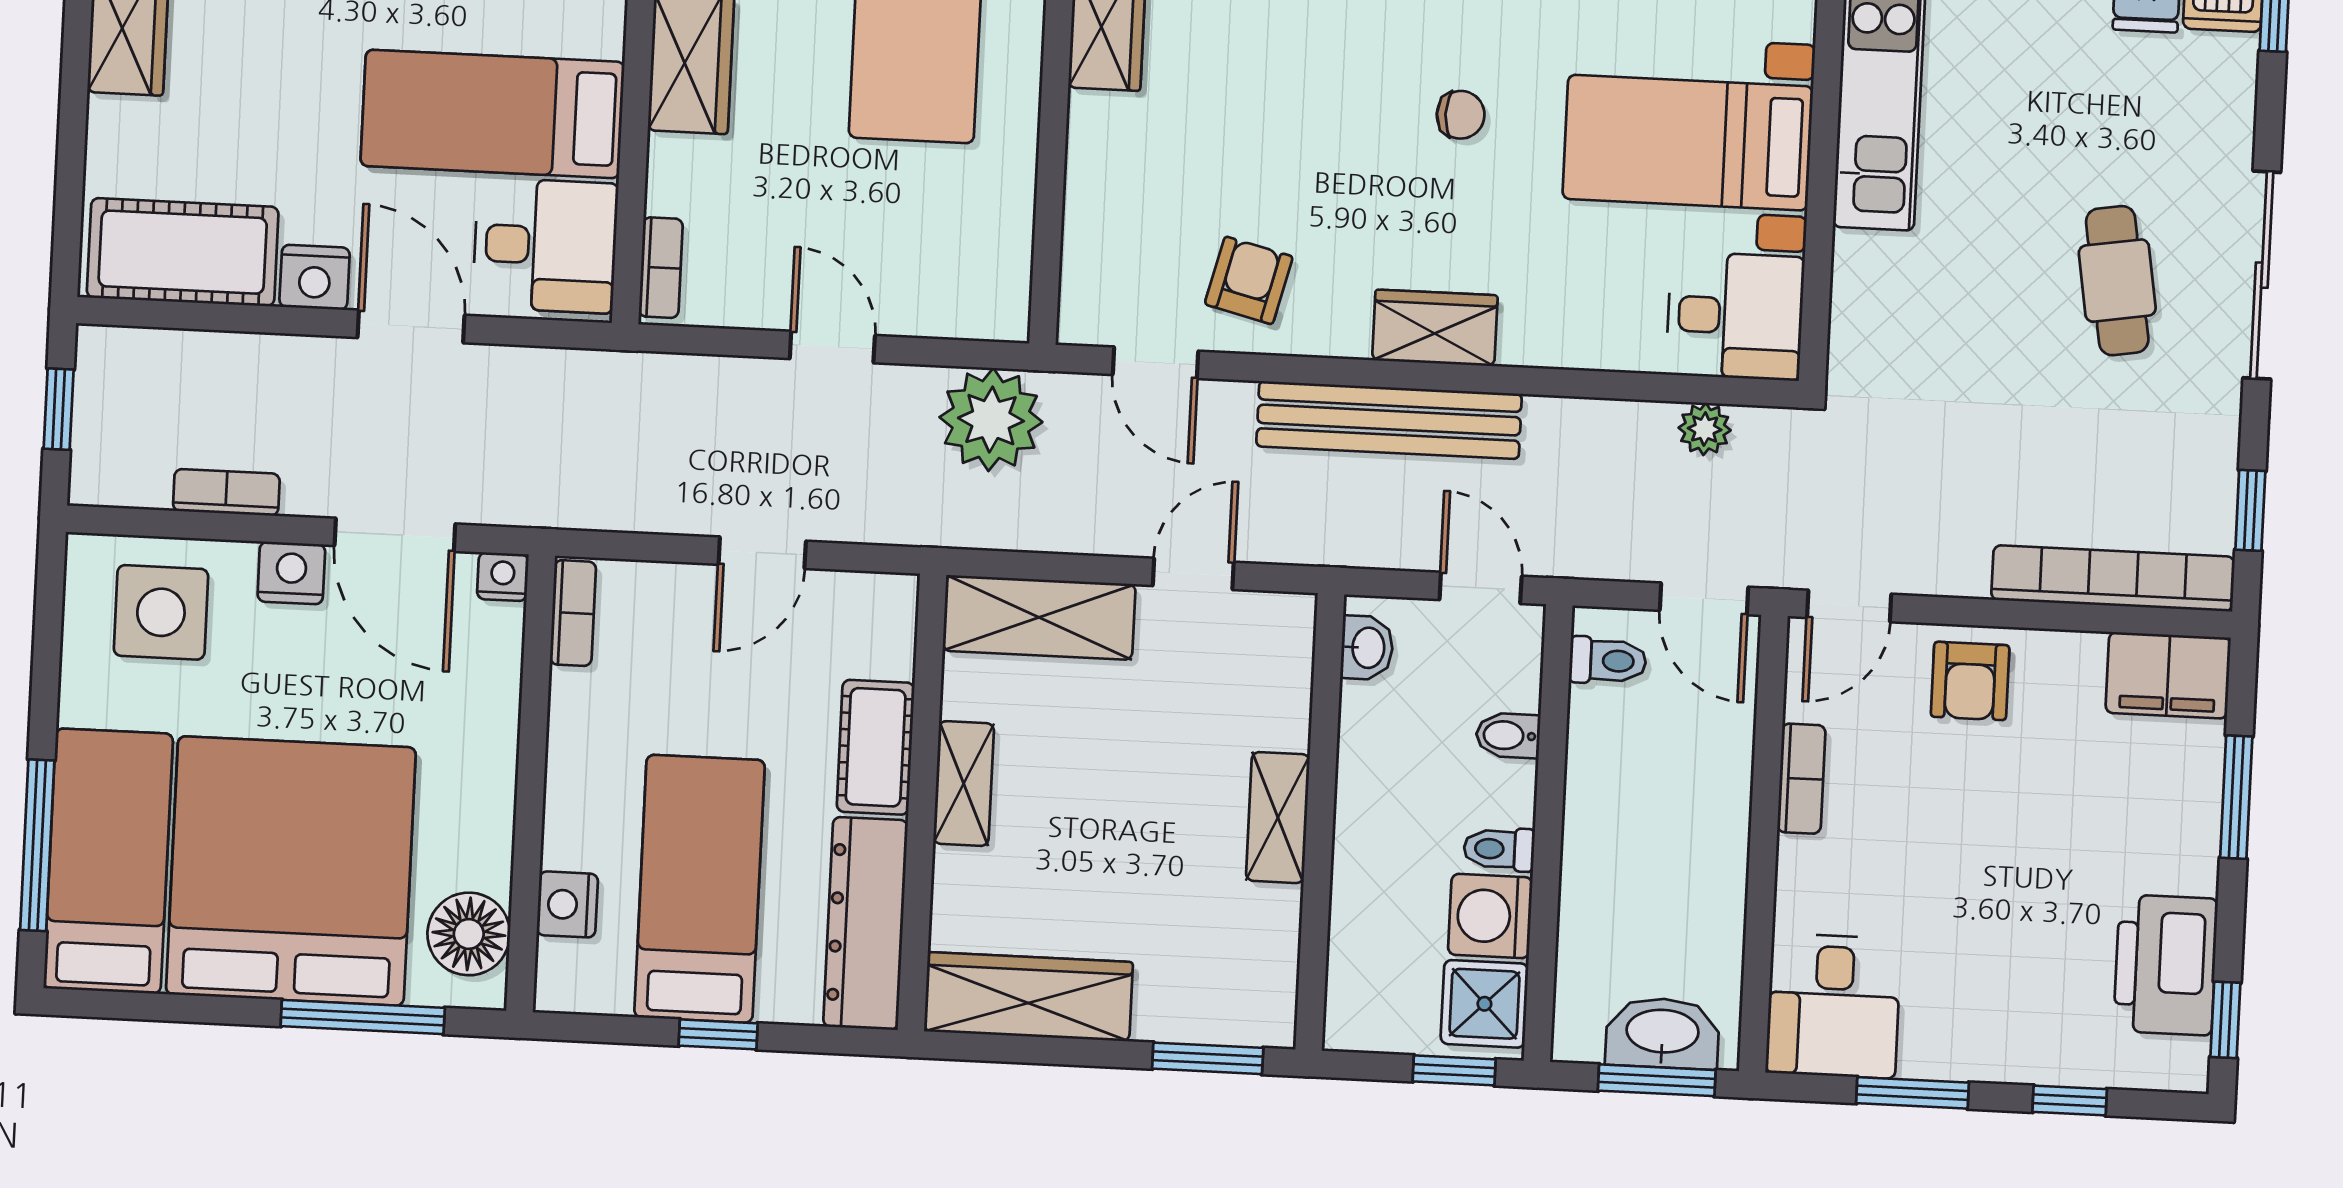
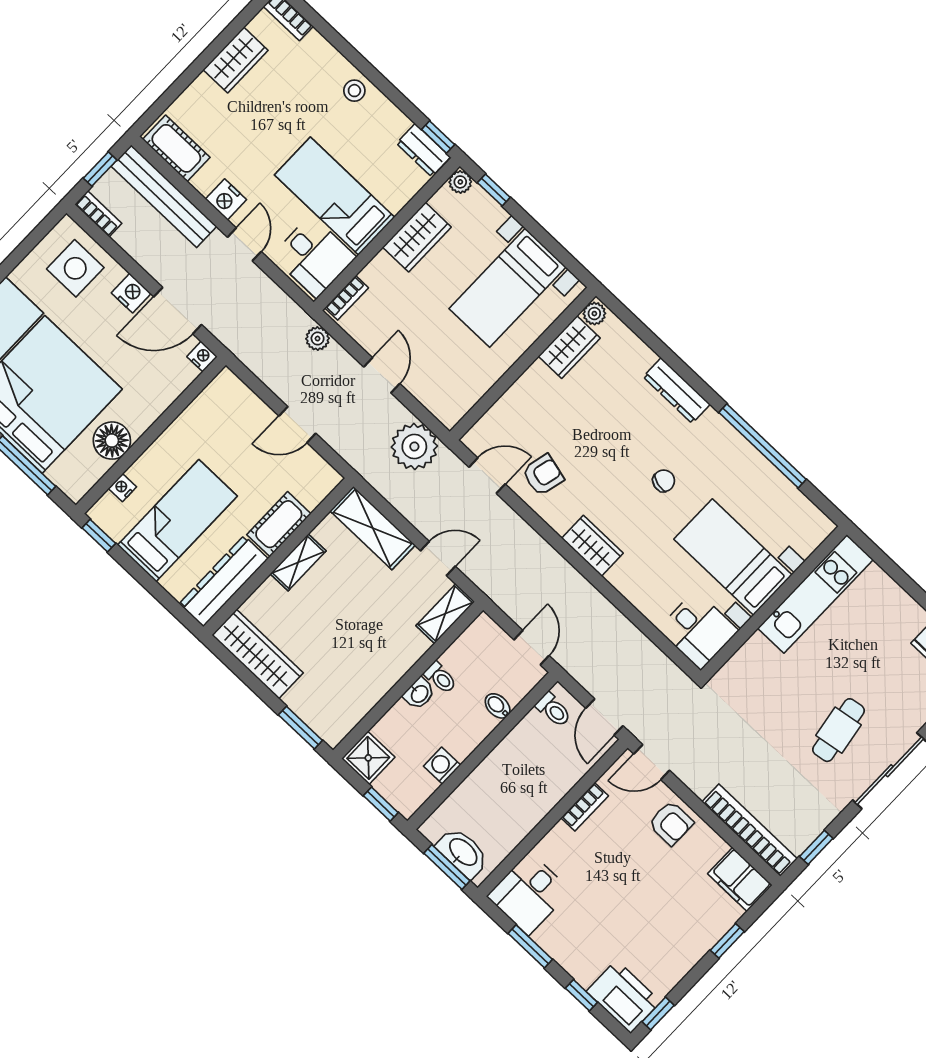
chair: (1461, 115) -> (664, 481), turned -76
cot: (183, 252) -> (176, 148), width x0.73, depth x0.75
door: (411, 326) -> (244, 244), width x0.73
door: (1156, 363) -> (487, 476), swing flipped
bench: (1389, 420) -> (164, 196), moved
plant: (1705, 429) -> (318, 339), moved
bookcase: (226, 492) -> (98, 214), moved
door: (395, 535) -> (178, 311), hinge flipped
bookcase: (573, 613) -> (215, 390), removed
washbasin: (1367, 648) -> (419, 694), moved
armchair: (1970, 681) -> (671, 823), turned -90
window: (2236, 797) -> (727, 941), width x0.67
shelving: (1278, 818) -> (445, 614), moved
toilet: (1499, 849) -> (440, 678), moved, turned 180
nightstand: (567, 904) -> (122, 488), width x0.72, depth x0.74
washing machine: (1490, 916) -> (442, 766), width x0.73, depth x0.73
floor lamp: (469, 934) -> (112, 441), moved
printer: (2166, 965) -> (624, 997), moved, turned 90
shower: (1484, 1004) -> (368, 758), moved
window: (718, 1034) -> (99, 536), moved

